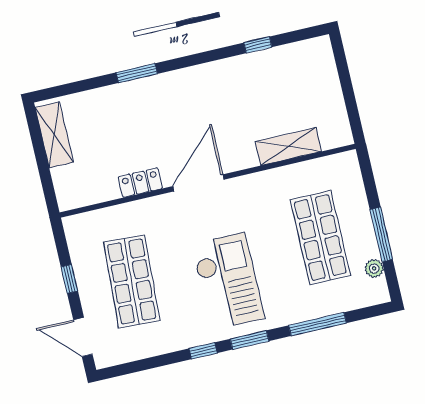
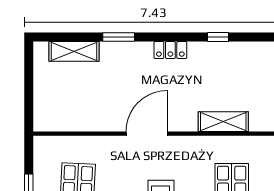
shelving: (54, 135) -> (74, 51), moved, turned 90
locker: (140, 183) -> (170, 50), moved, turned 180

